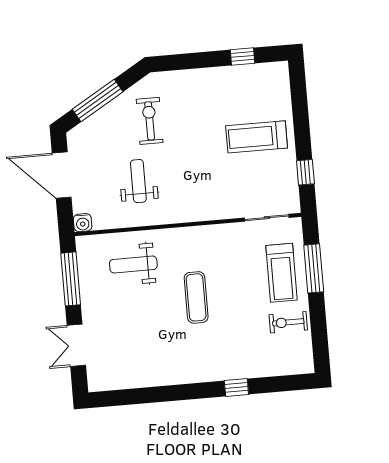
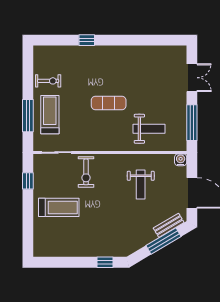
window: (243, 57) -> (105, 262), moved
exercise bike: (150, 121) -> (86, 172), moved
bench: (92, 124) -> (169, 225), added
exercise mat: (196, 297) -> (109, 103), turned 90

